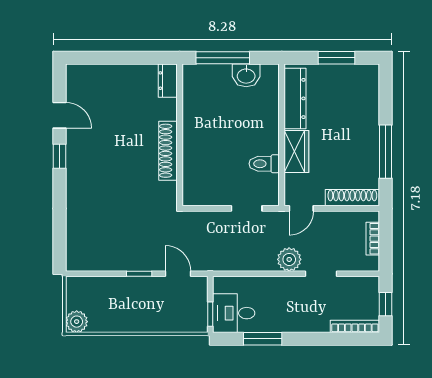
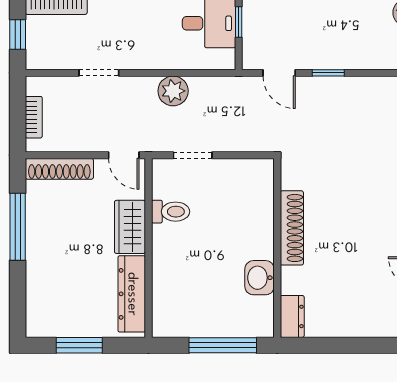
washbasin: (246, 75) -> (260, 278), moved, turned -90
door: (301, 208) -> (124, 155), swing flipped
plant: (289, 259) -> (173, 91), moved

